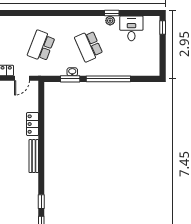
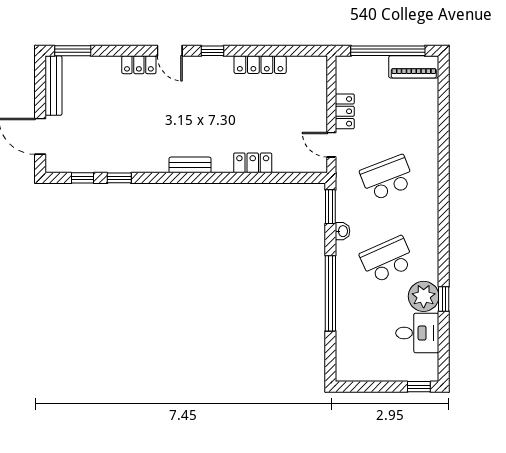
plant: (110, 21) -> (424, 296), width x1.88, depth x1.88
school desk: (41, 46) -> (387, 178), turned -42
window: (70, 79) -> (330, 207), moved
bench: (34, 156) -> (190, 165), width x0.73

